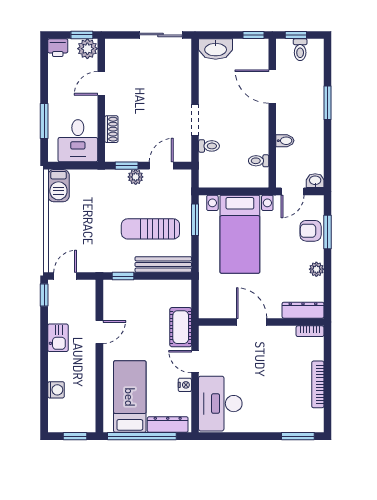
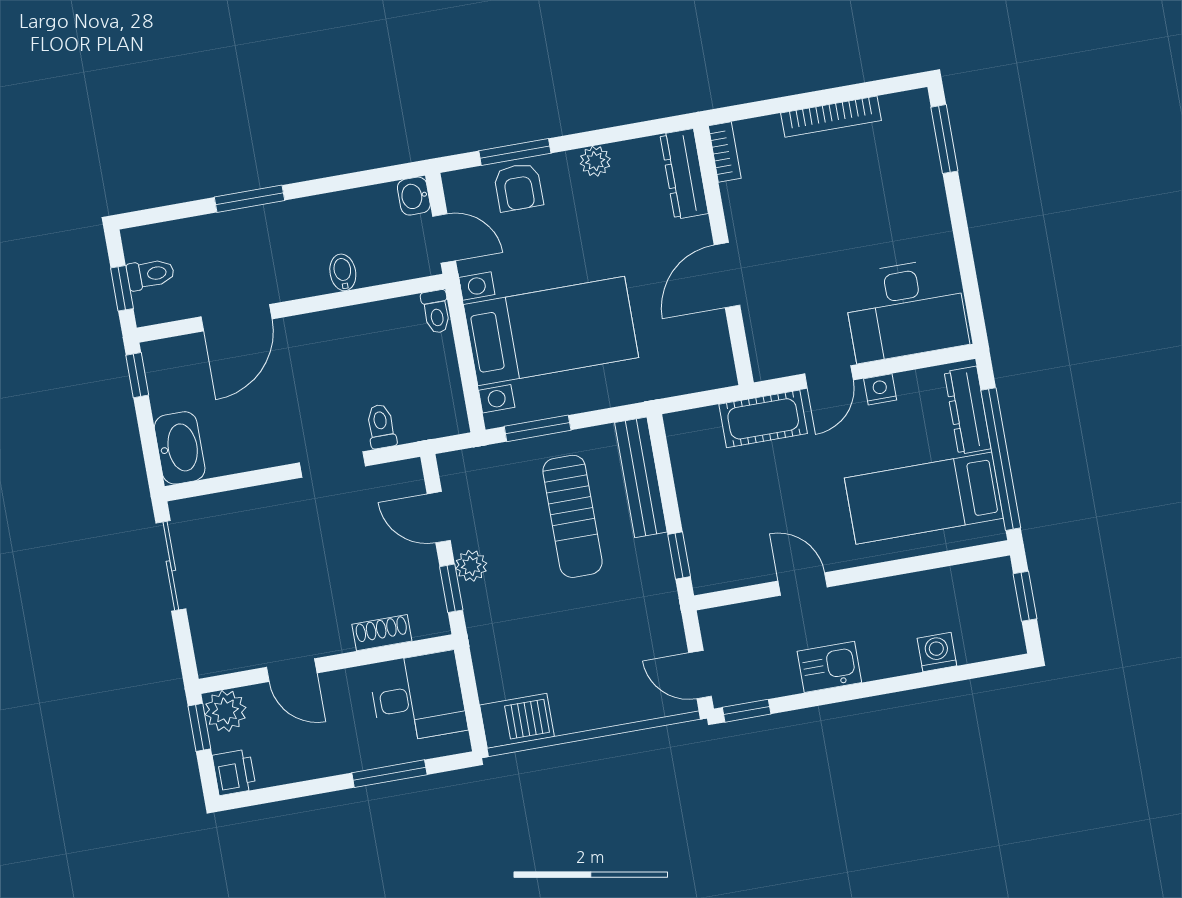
toilet: (259, 161) -> (436, 312), moved

